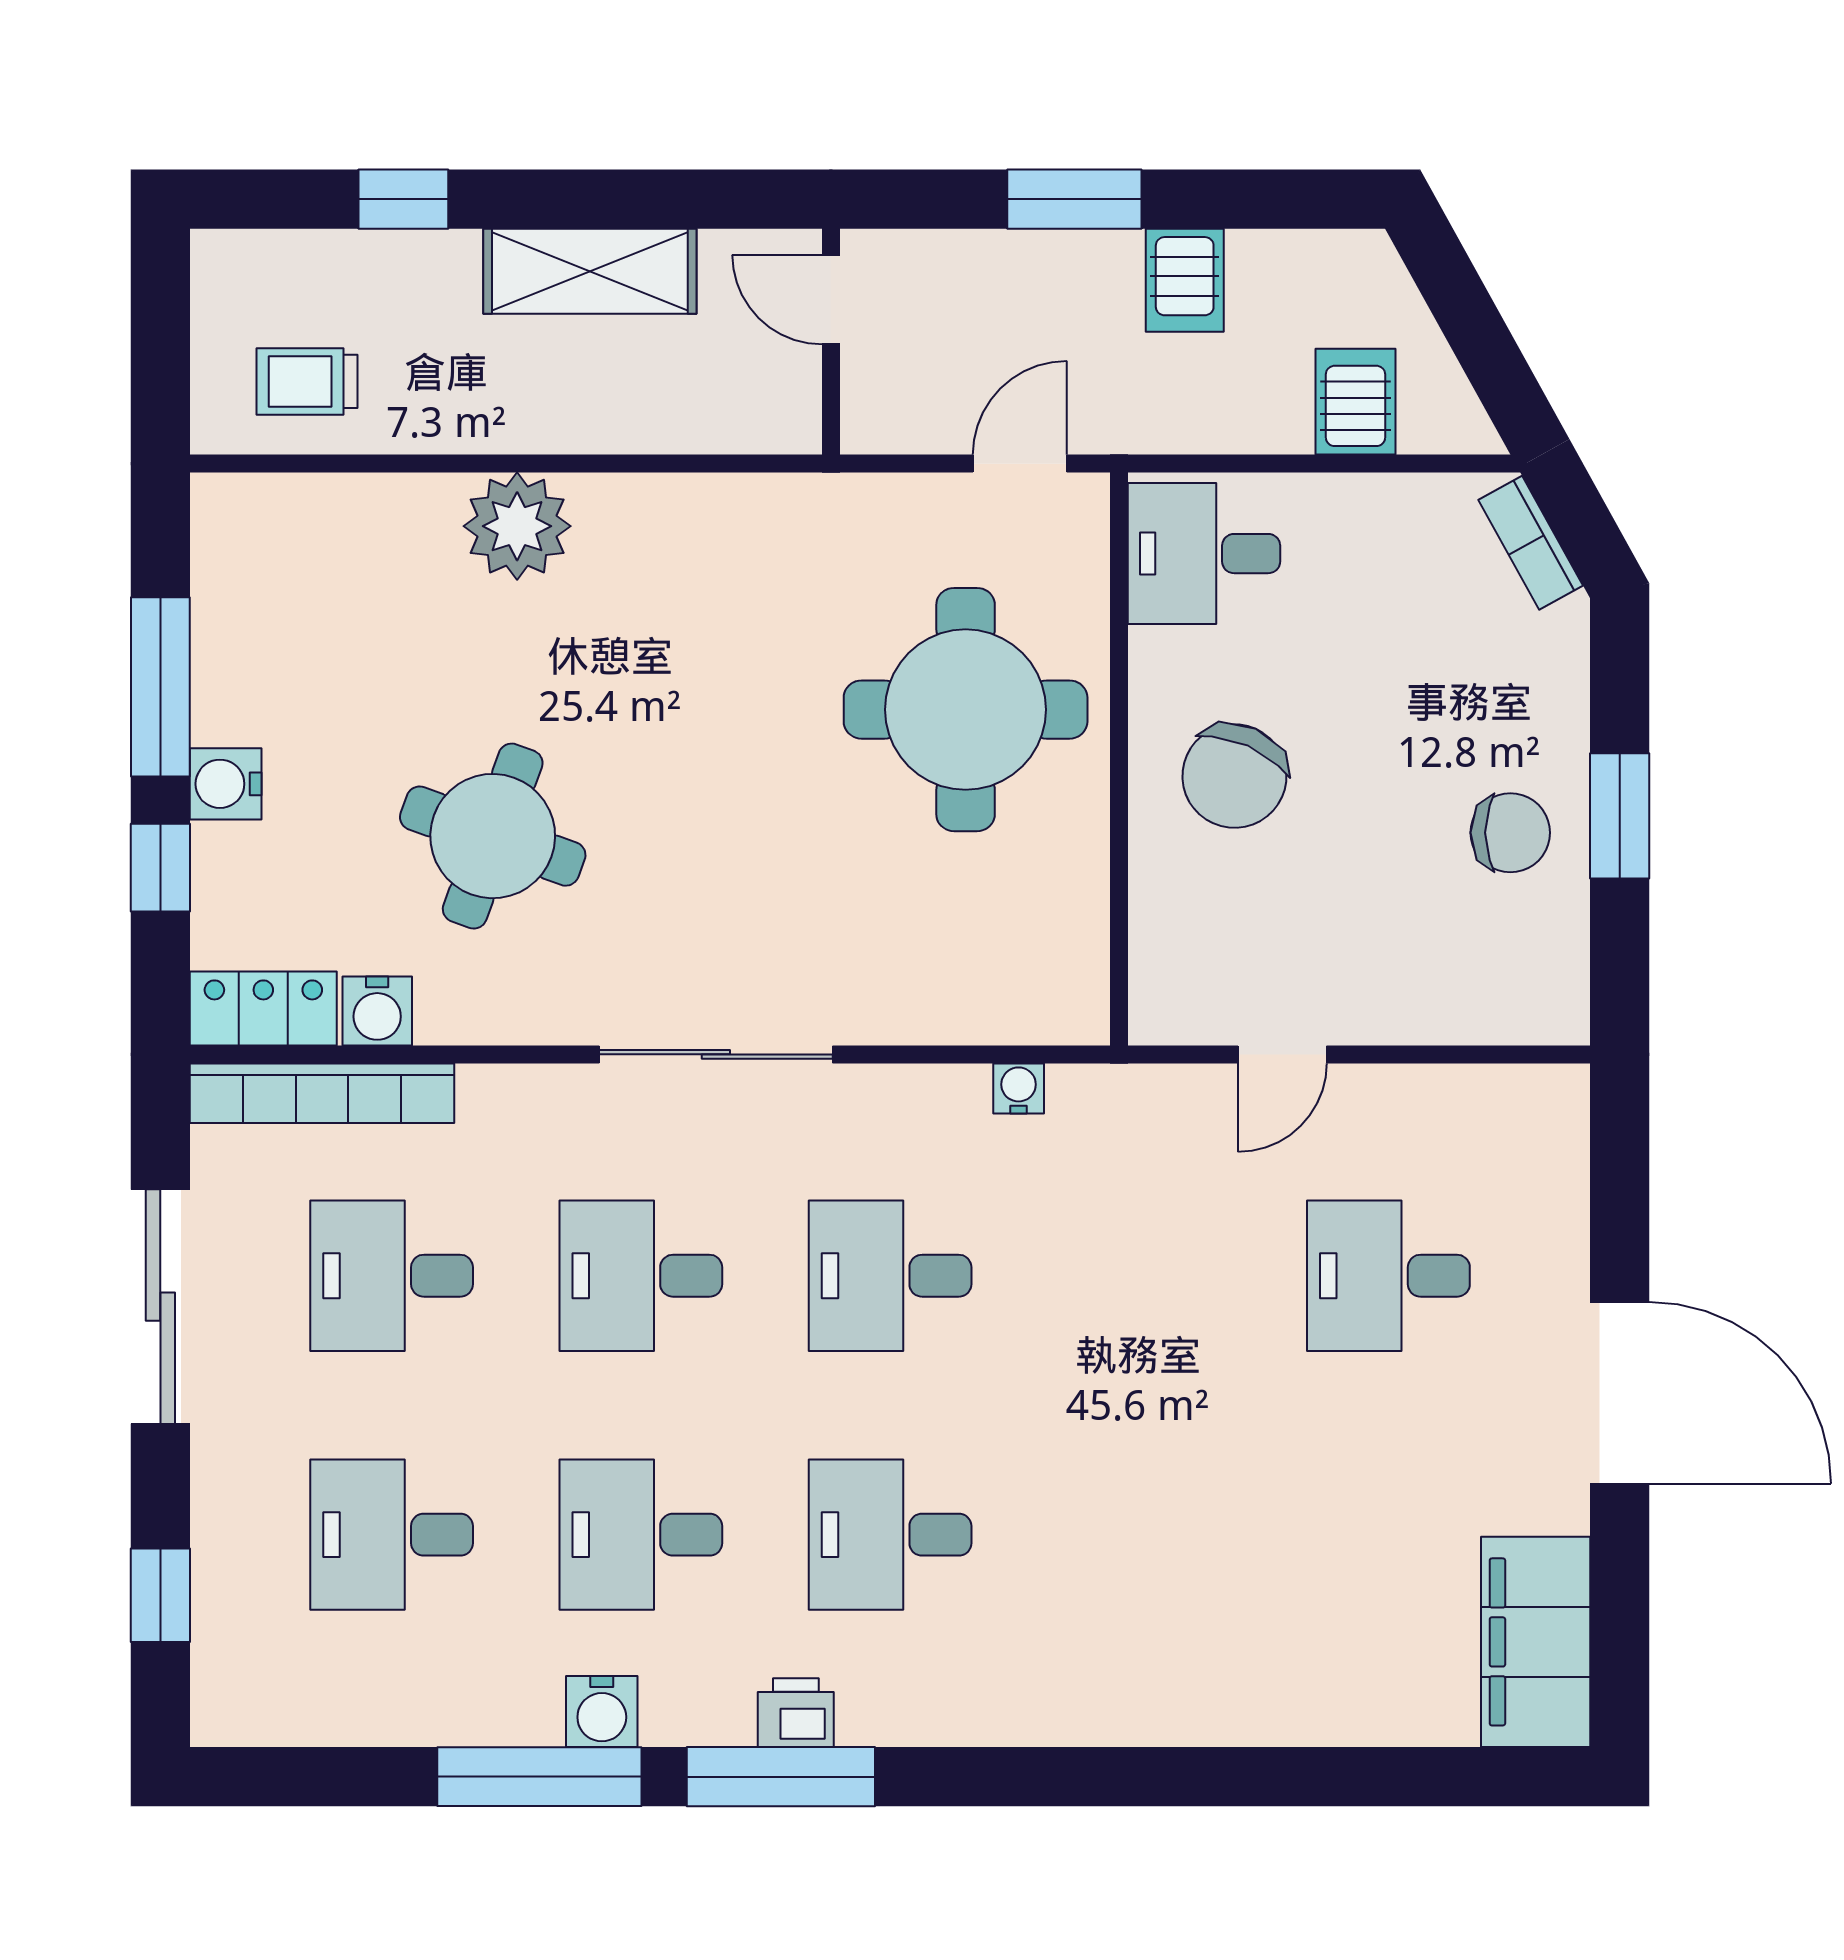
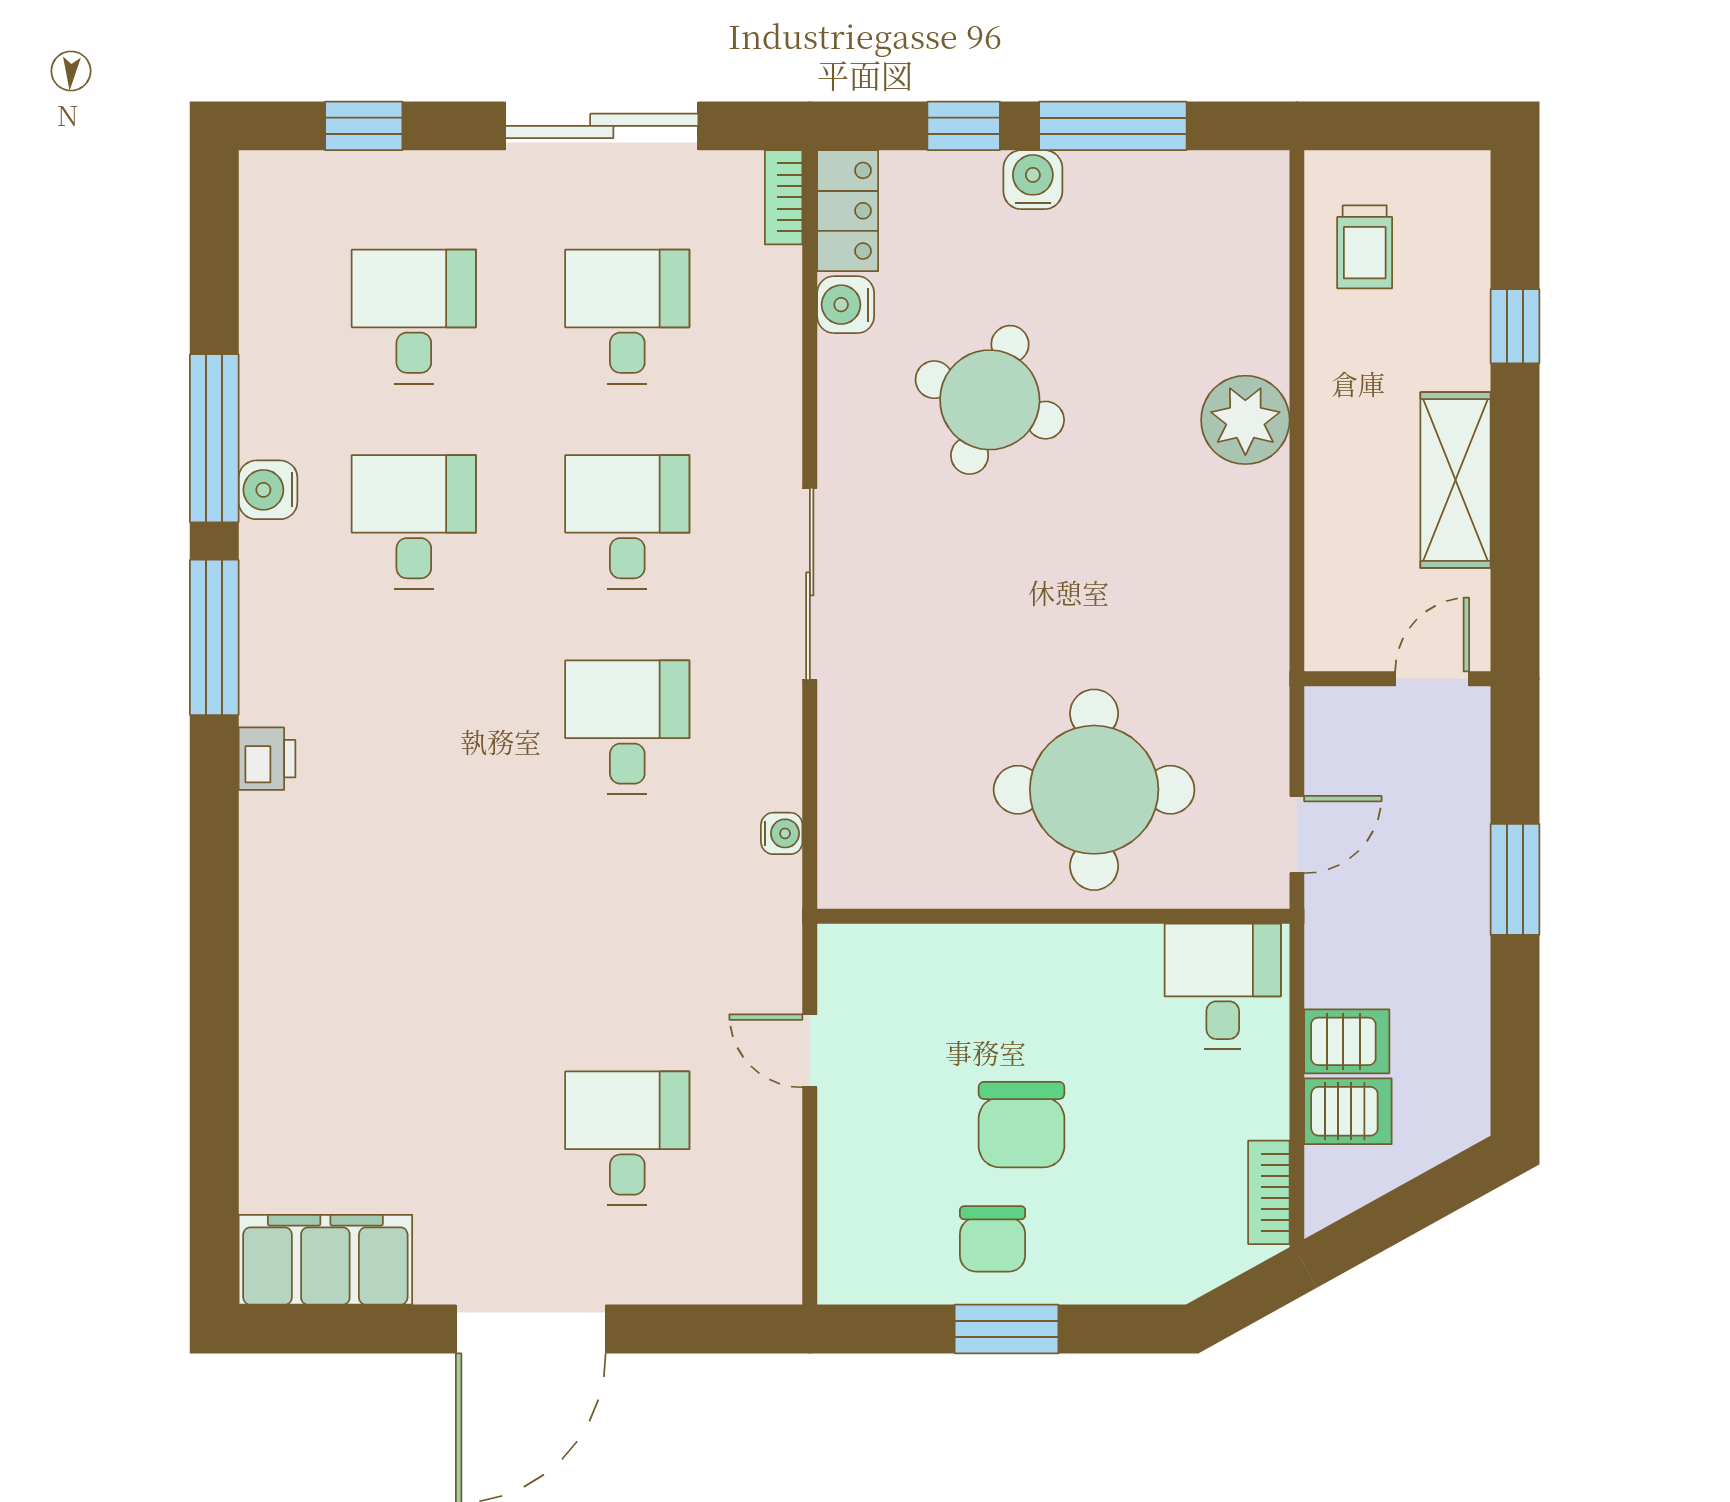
server rack: (1185, 280) -> (1347, 1041), moved, turned 180
trolley: (307, 381) -> (1365, 247), turned 180
door: (1020, 464) -> (1297, 835), hinge flipped
bookcase: (1531, 543) -> (1269, 1192), moved, turned -61
chair: (1234, 776) -> (1022, 1125), moved, turned -114
bookcase: (322, 1093) -> (784, 197), width x0.43, depth x0.76
desk: (890, 1535) -> (414, 727), removed
printer: (796, 1713) -> (267, 759), moved

